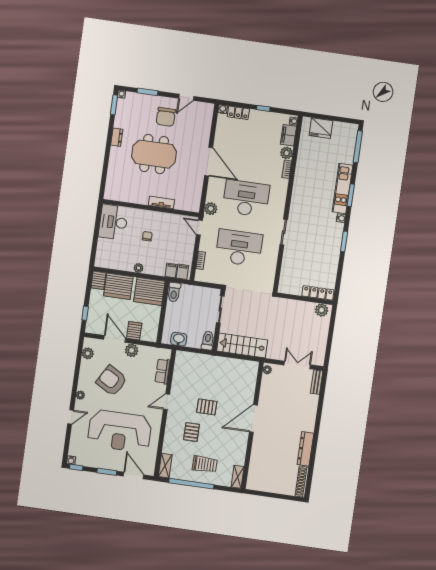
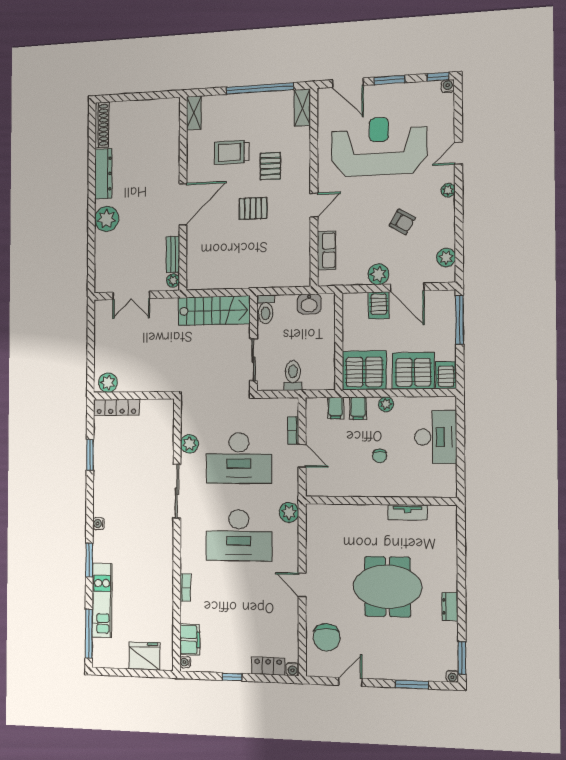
chair: (166, 117) -> (327, 637), moved, turned 180
plant: (287, 153) -> (189, 444), moved
door: (209, 162) -> (302, 585), width x0.53
kitchen unit: (342, 189) -> (102, 600), moved
tv unit: (161, 202) -> (408, 512), moved
desk: (113, 222) -> (436, 437), moved
door: (199, 228) -> (302, 456), moved
sliding door: (284, 232) -> (177, 491), width x1.37
window: (344, 241) -> (90, 455), moved
filing cabinet: (182, 272) -> (358, 408), moved
toilet: (174, 292) -> (293, 376), moved
window: (85, 313) -> (460, 320), width x2.17
armchair: (112, 381) -> (402, 222), width x0.53, depth x0.53
bench: (317, 382) -> (173, 254), moved
plant: (307, 419) -> (107, 219), added
trolley: (205, 464) -> (232, 152), moved

